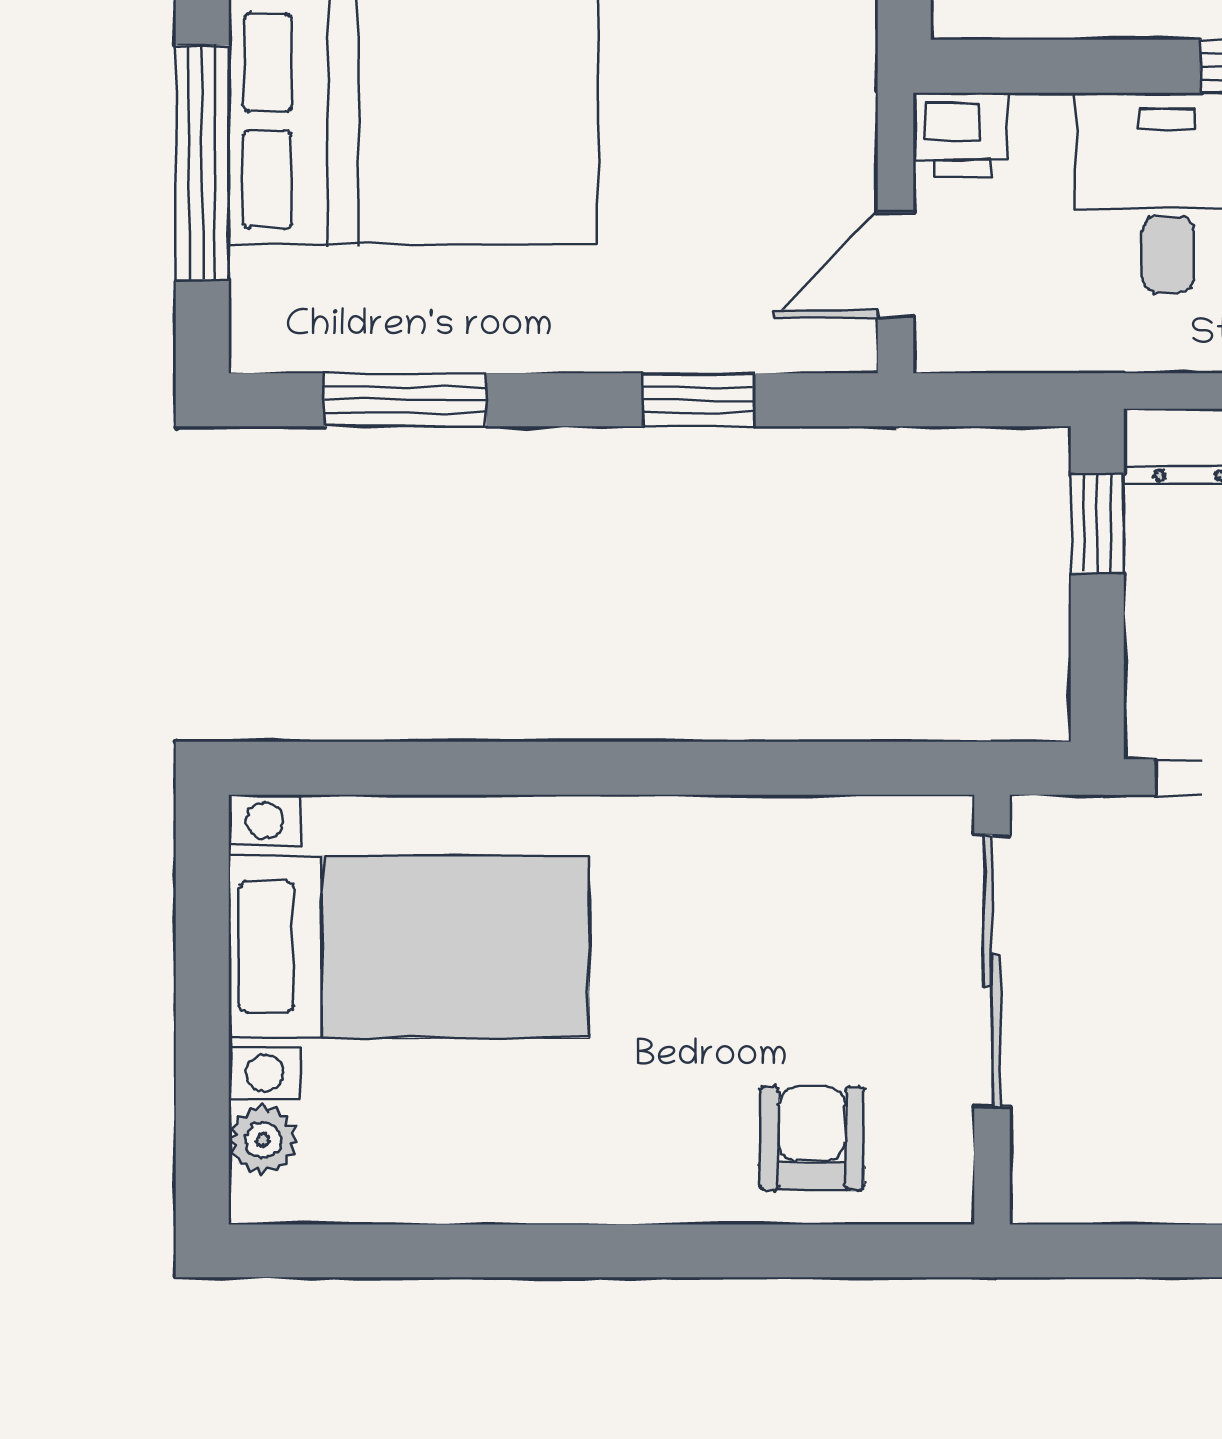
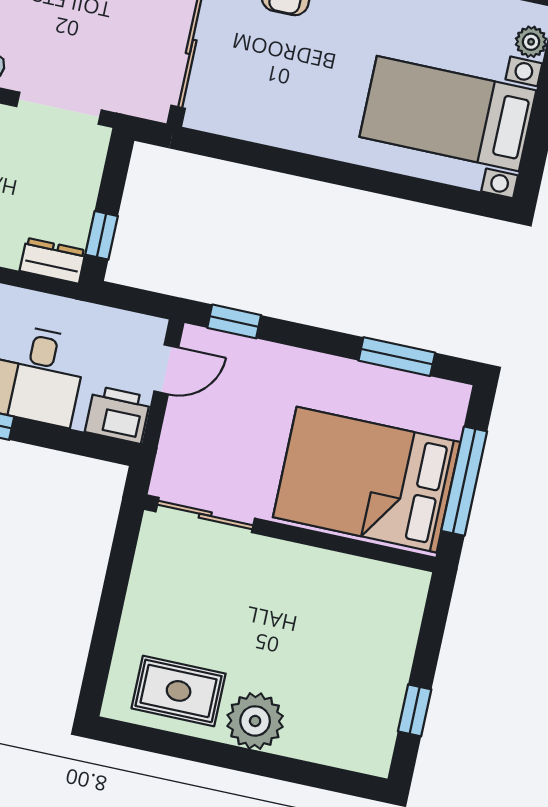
printer: (962, 135) -> (118, 415), width x1.36, depth x1.24
window: (698, 400) -> (234, 321), moved

